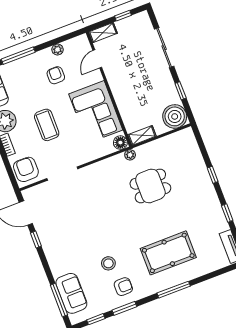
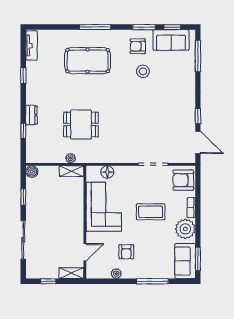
boiler: (175, 116) -> (32, 172), width x0.54, depth x0.54
coffee table: (47, 125) -> (151, 212), turned 90
floor lamp: (120, 143) -> (107, 172), moved
plant: (130, 155) -> (71, 158), moved
armchair: (26, 169) -> (183, 180), turned 90
window: (213, 175) -> (23, 131), moved
dresser: (204, 177) -> (31, 115), added
sofa: (71, 293) -> (171, 40), moved, turned -90

